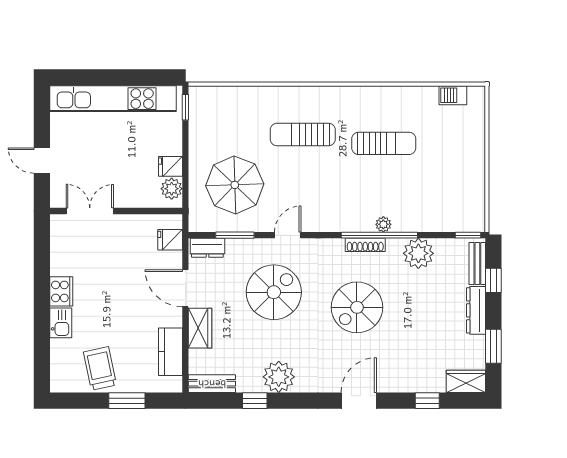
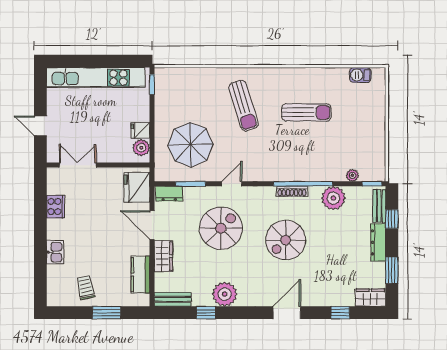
sun lounger: (303, 135) -> (243, 106), turned -107
plant: (383, 224) -> (352, 175), moved
fridge: (170, 240) -> (137, 187), width x1.88, depth x1.34
cooker: (61, 291) -> (55, 207), moved
trolley: (100, 368) -> (86, 288), width x0.73, depth x0.72

